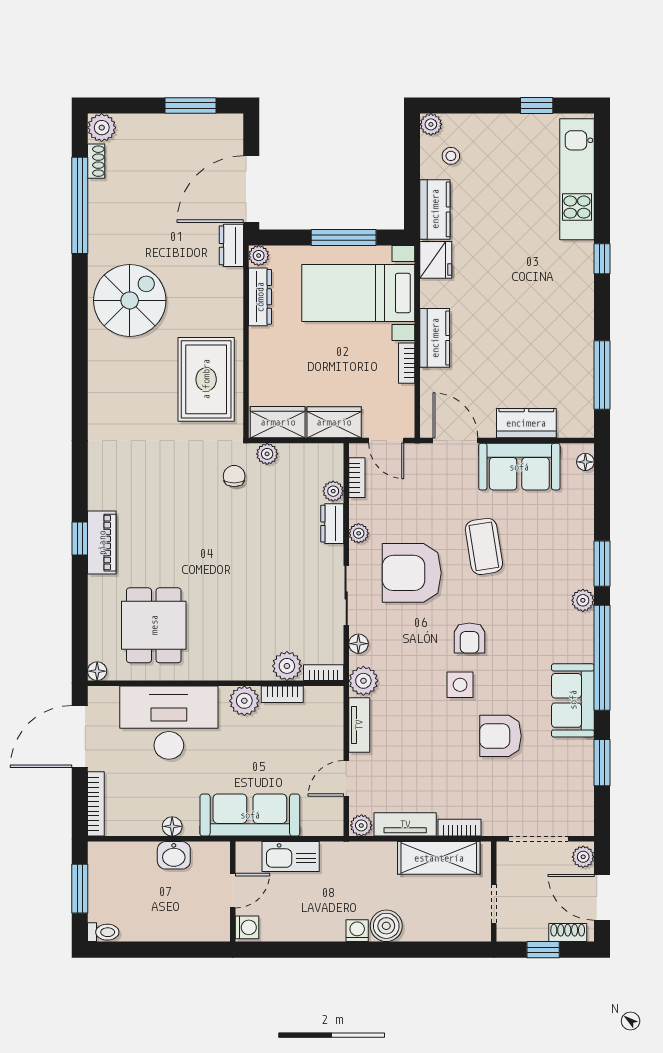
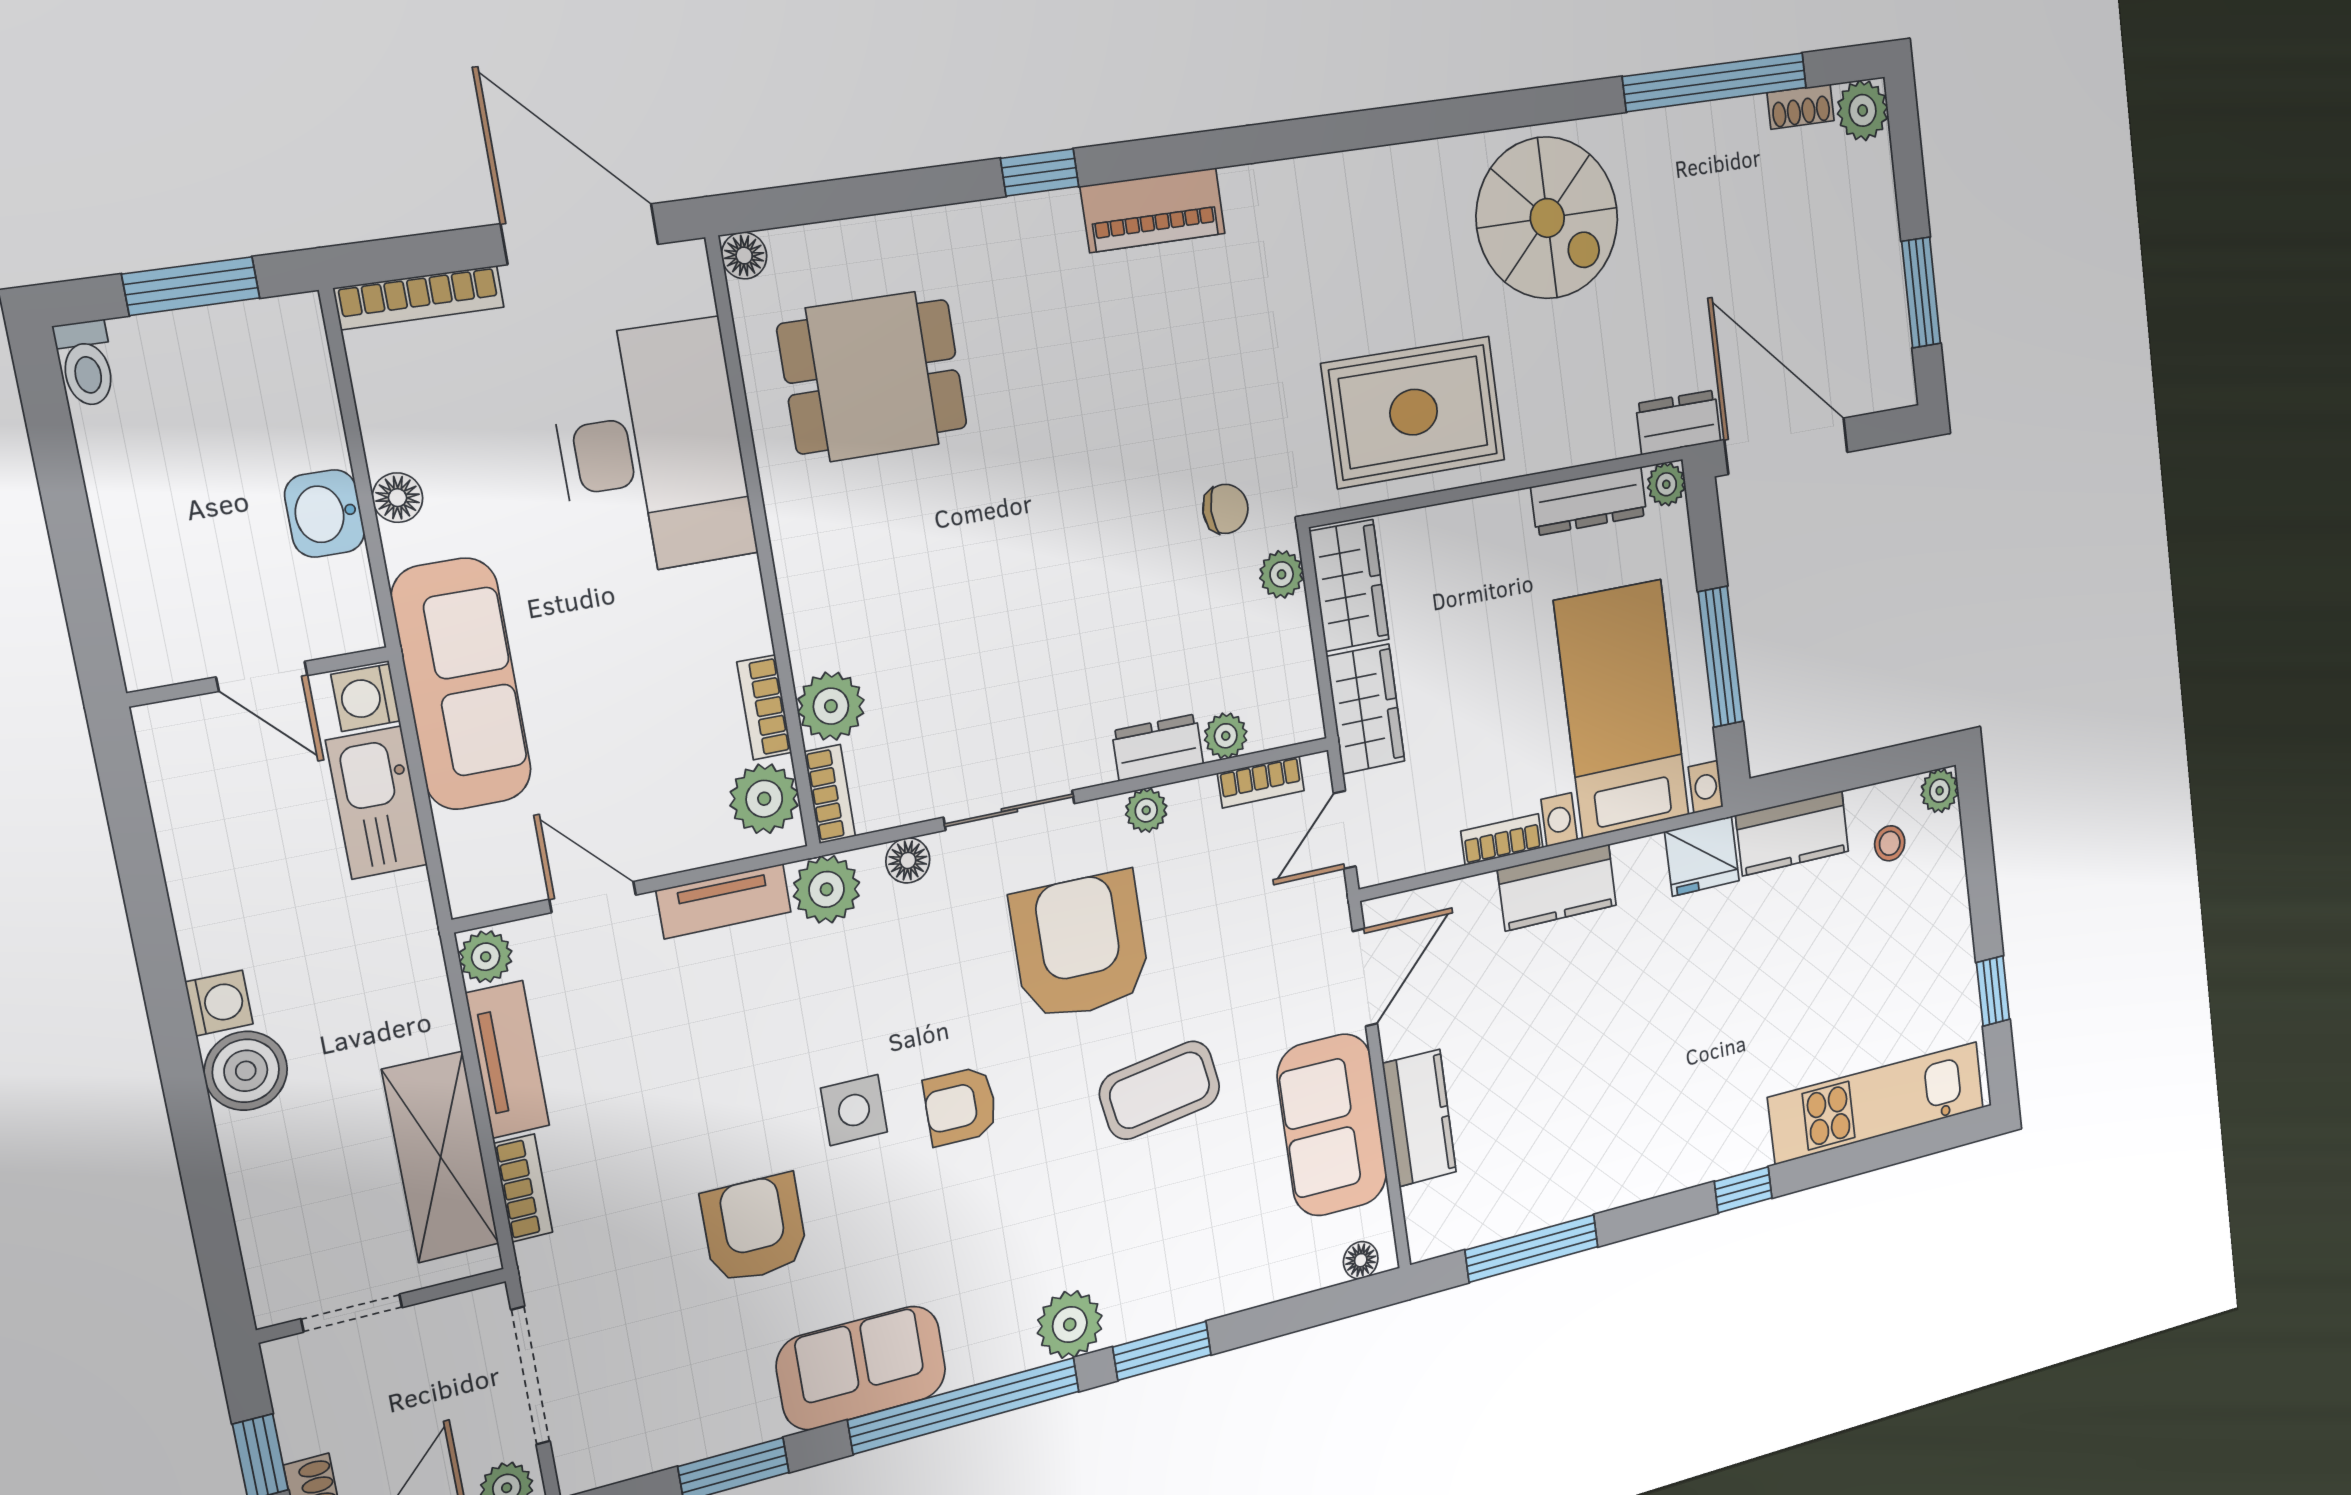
piano: (102, 543) -> (1153, 210), moved
plant: (583, 600) -> (1070, 1325), width x1.38, depth x1.38
plant: (244, 701) -> (764, 799), moved
washing machine: (247, 927) -> (366, 698), moved, turned 90

